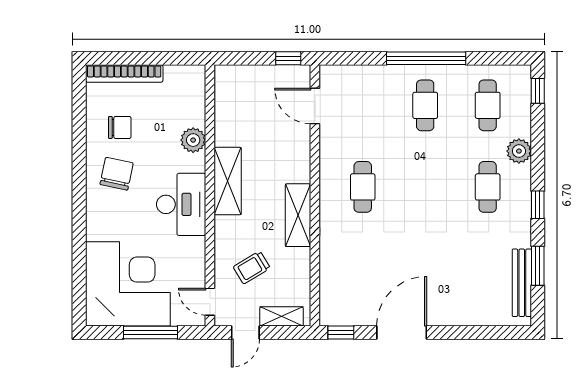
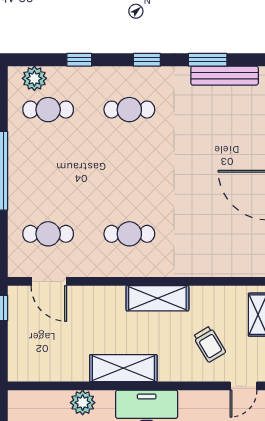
window: (538, 91) -> (79, 60), moved
cafe table: (425, 105) -> (48, 234), moved
door: (315, 106) -> (49, 281), hinge flipped
plant: (519, 151) -> (34, 78), moved

